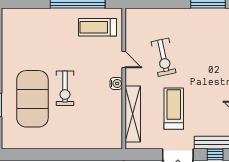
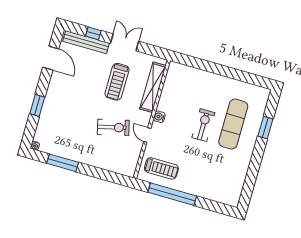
exercise bike: (163, 57) -> (113, 127), turned 88
exercise mat: (32, 99) -> (233, 124), width x0.68

